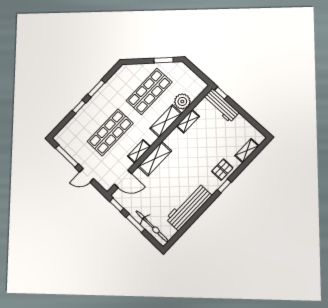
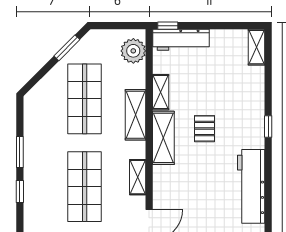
plant: (182, 101) -> (133, 51), moved
shelving: (247, 151) -> (256, 47), moved
shelving: (155, 159) -> (163, 138), moved
pallet: (222, 170) -> (204, 129), moved

